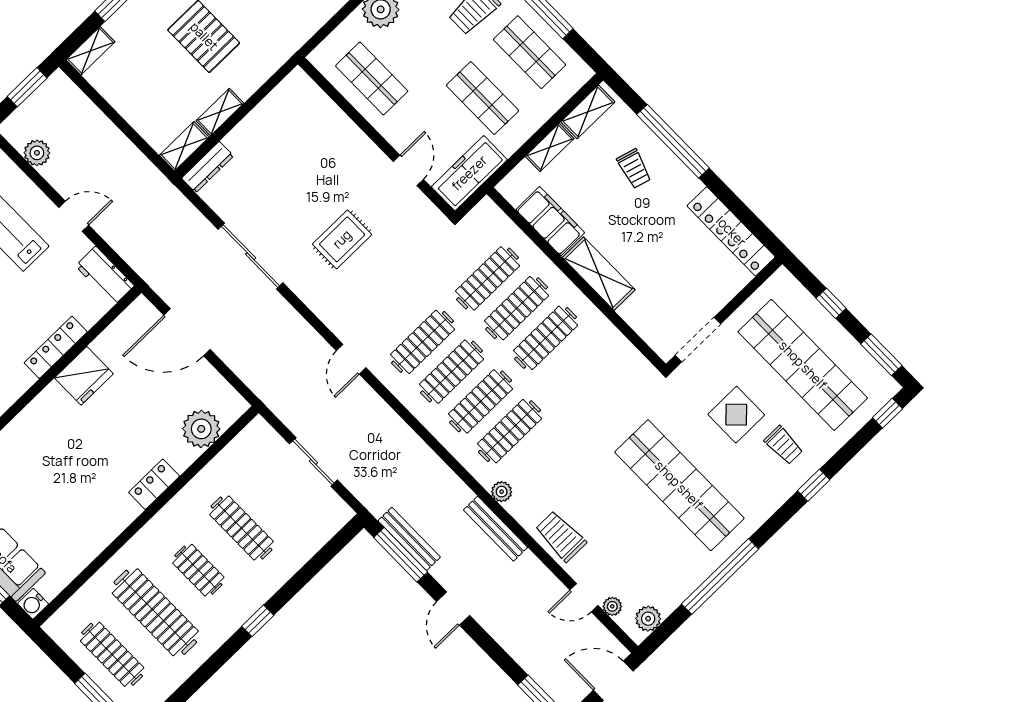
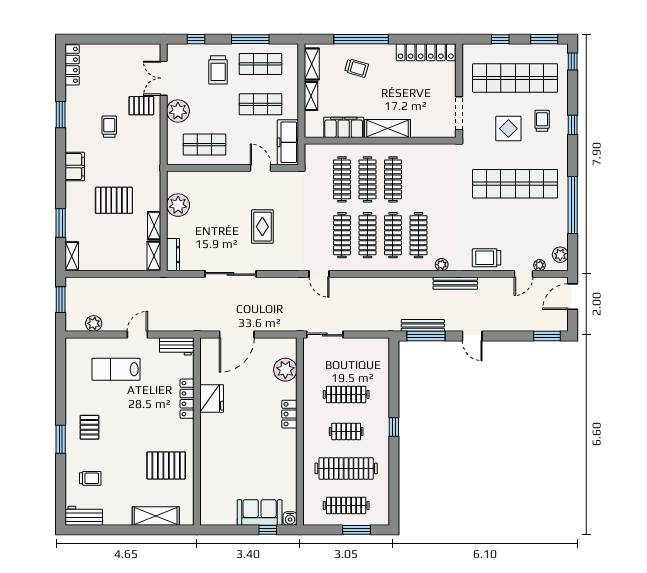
plant: (271, 116) -> (178, 205), added
trolley: (784, 445) -> (542, 121), turned -90
sliding door: (313, 462) -> (325, 335), moved

